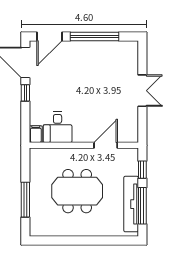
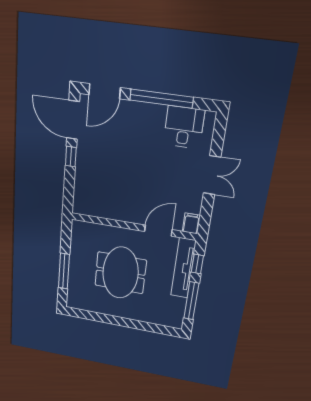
desk: (58, 127) -> (184, 127), moved, turned 180
filing cabinet: (36, 134) -> (191, 223), moved
meeting table: (77, 191) -> (120, 273), turned 90
tv unit: (131, 204) -> (183, 268), moved

